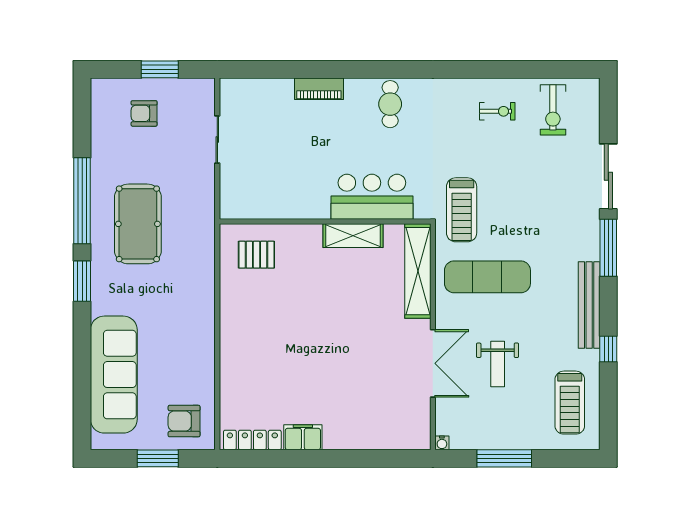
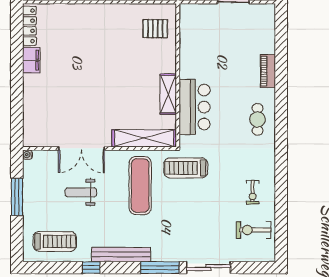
cafe table: (390, 104) -> (258, 119), turned 90
pallet: (256, 255) -> (155, 29), turned 90
treadmill: (570, 403) -> (55, 241), turned 180

